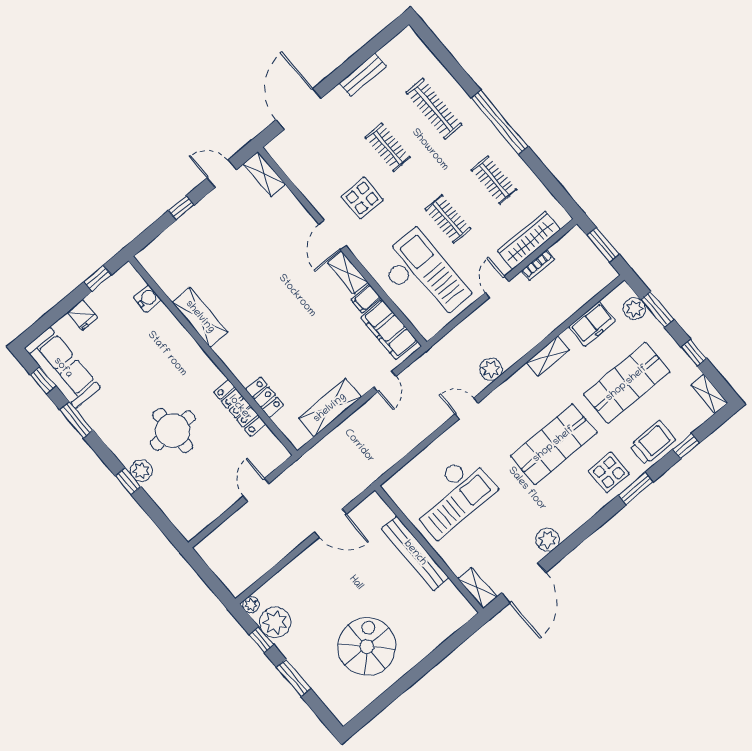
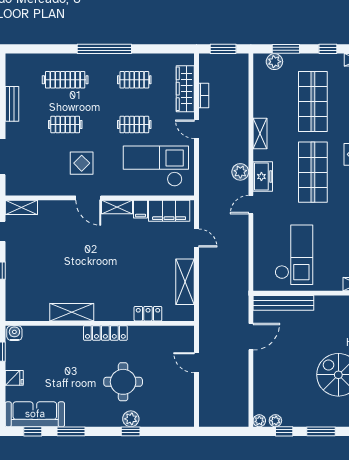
water cooler: (147, 299) -> (14, 333), moved
freezer: (592, 324) -> (263, 177), moved
locker: (240, 408) -> (105, 333), moved
bench: (415, 553) -> (283, 303), moved
plant: (275, 622) -> (275, 421), width x0.53, depth x0.53

